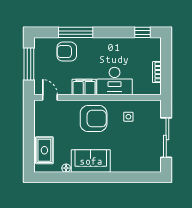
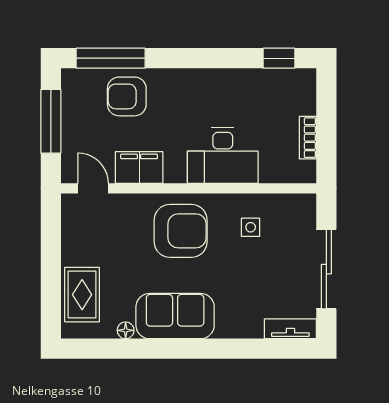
window: (76, 32) -> (111, 58), moved
filing cabinet: (84, 87) -> (139, 168), moved
tv unit: (148, 167) -> (290, 329), added

